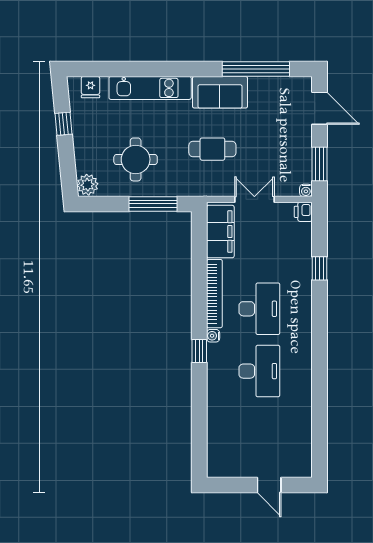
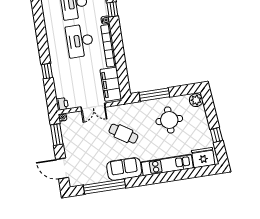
fridge: (90, 87) -> (203, 158), width x1.88, depth x1.34
cafe table: (212, 149) -> (123, 134), turned 33

